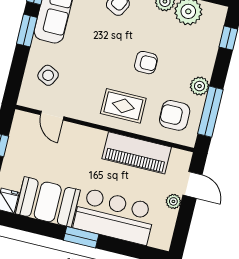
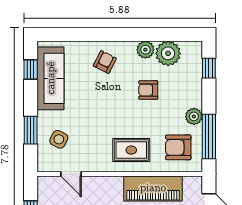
window: (27, 31) -> (31, 130), moved
armchair: (146, 63) -> (148, 90), moved, turned 180

